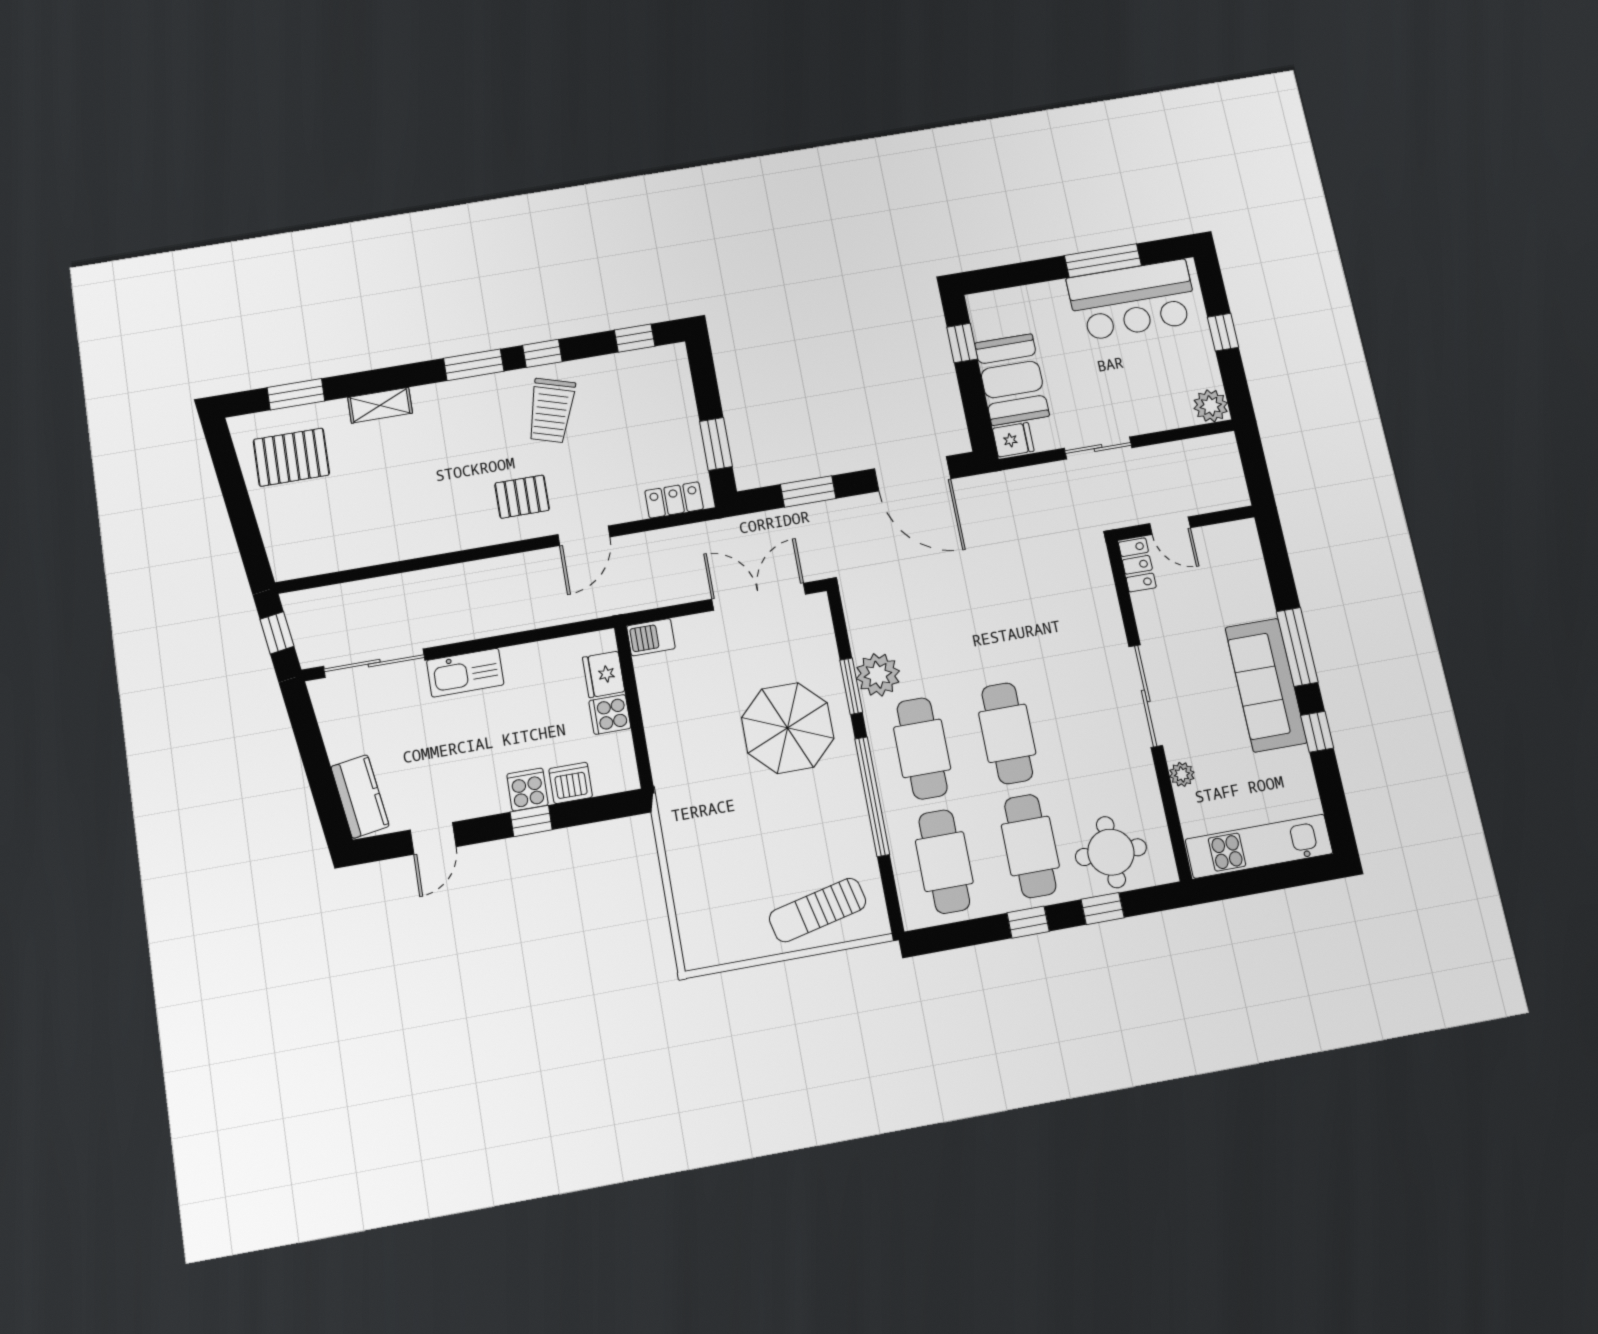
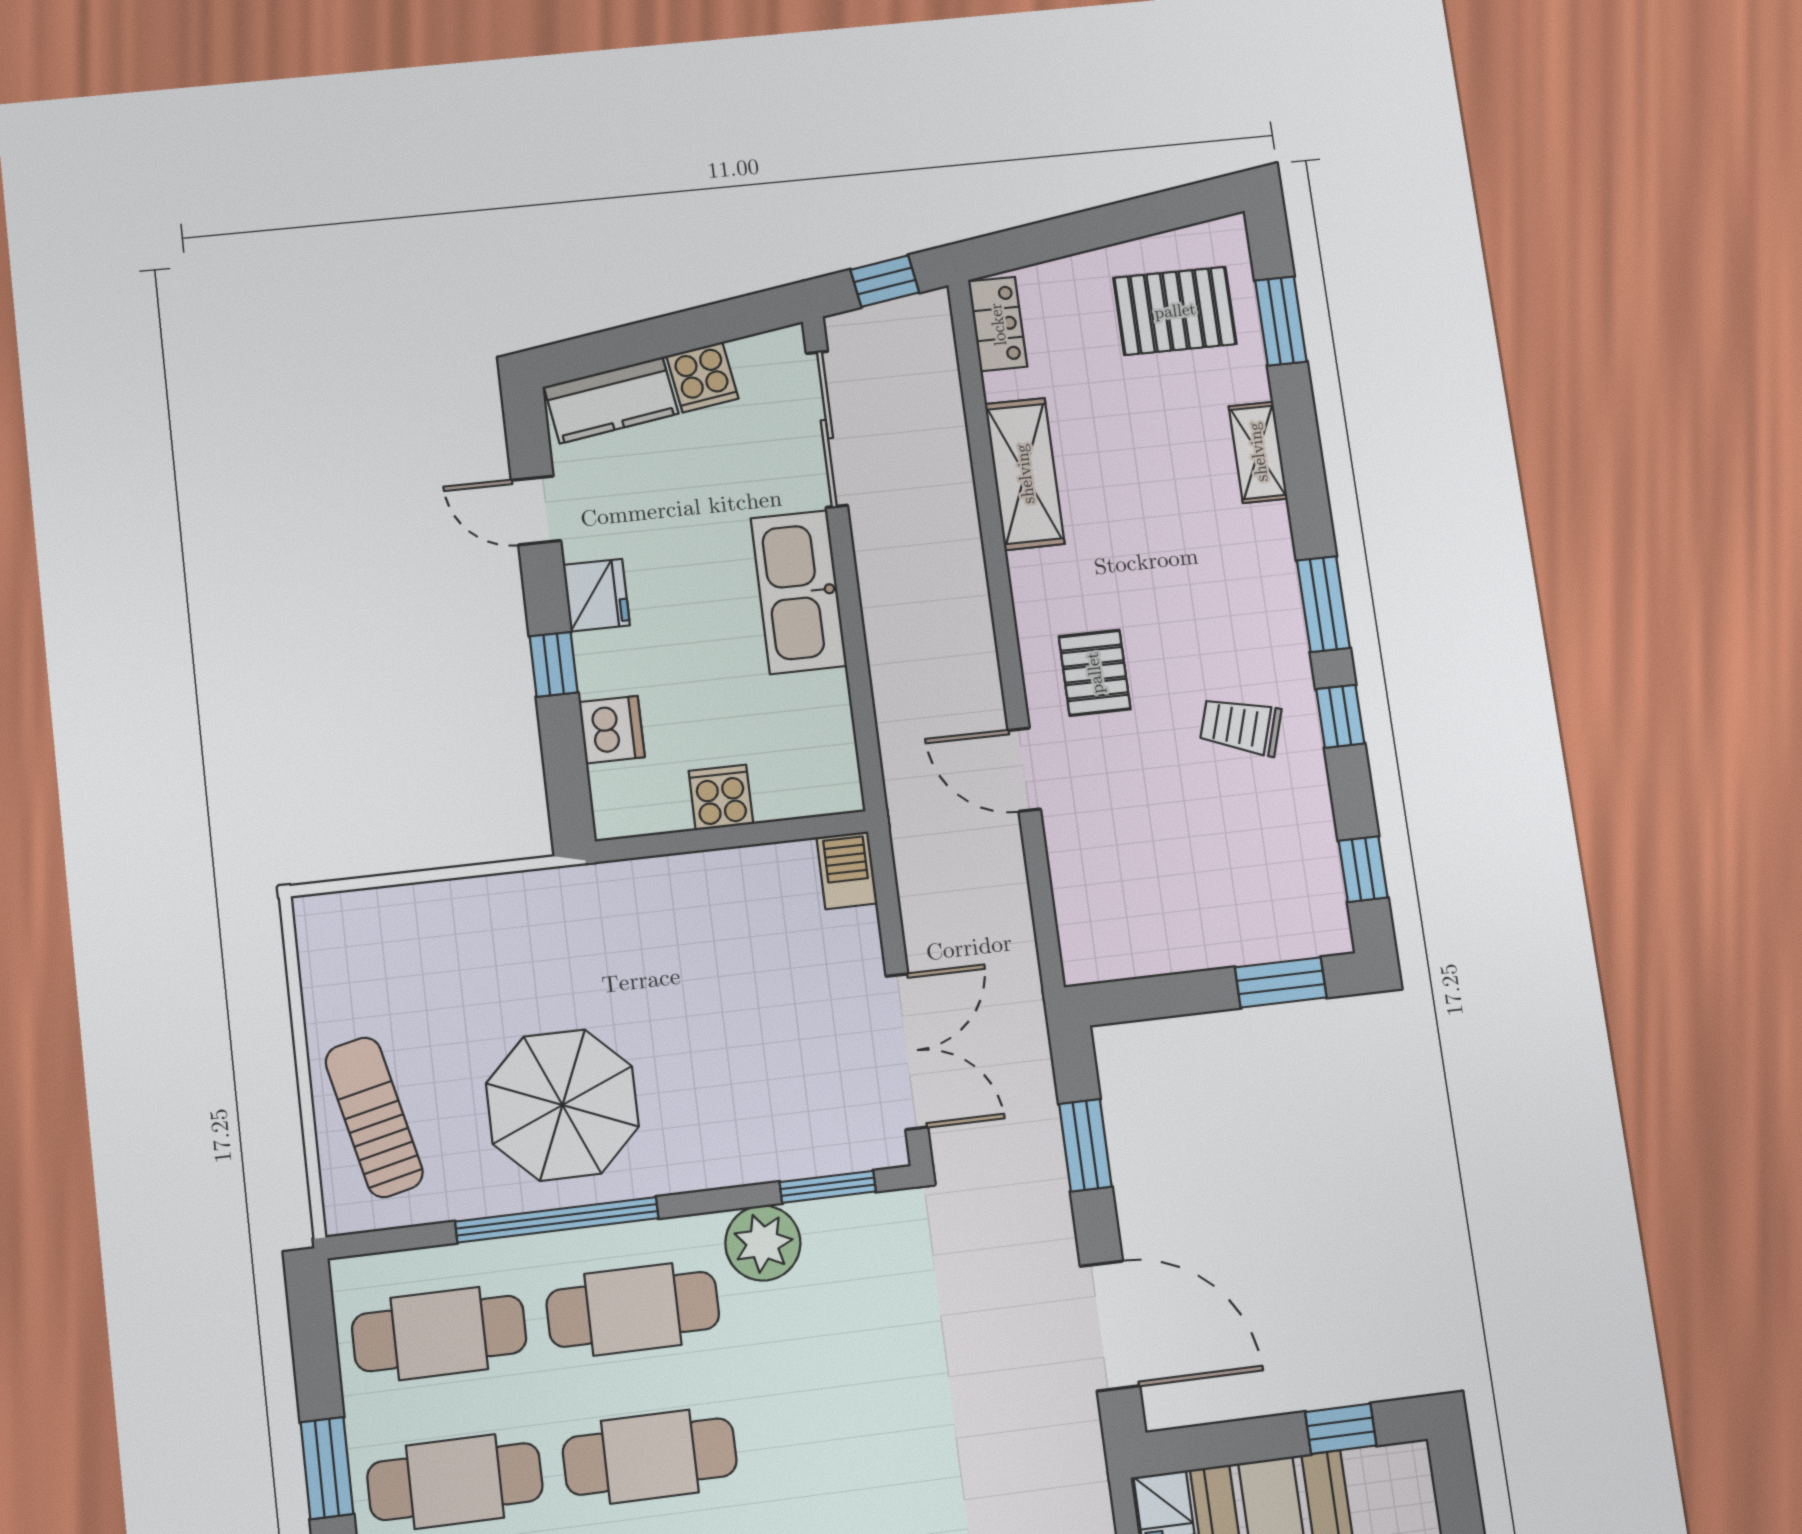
trolley: (551, 411) -> (1241, 726), width x0.73, depth x0.72
window: (716, 444) -> (1281, 982), moved
pallet: (291, 457) -> (1175, 311), turned 90
door: (913, 474) -> (1110, 1326), swing flipped
locker: (674, 500) -> (998, 324), moved
shelving: (399, 543) -> (1025, 474), added
kitchen sink: (465, 673) -> (799, 592), width x1.36, depth x1.24
fridge: (604, 674) -> (596, 595), moved, turned 90
window: (851, 686) -> (828, 1187), moved
parasol: (788, 728) -> (562, 1105), moved
cooker: (527, 789) -> (702, 377), moved, turned 81
window: (1028, 922) -> (327, 1468), width x1.50

